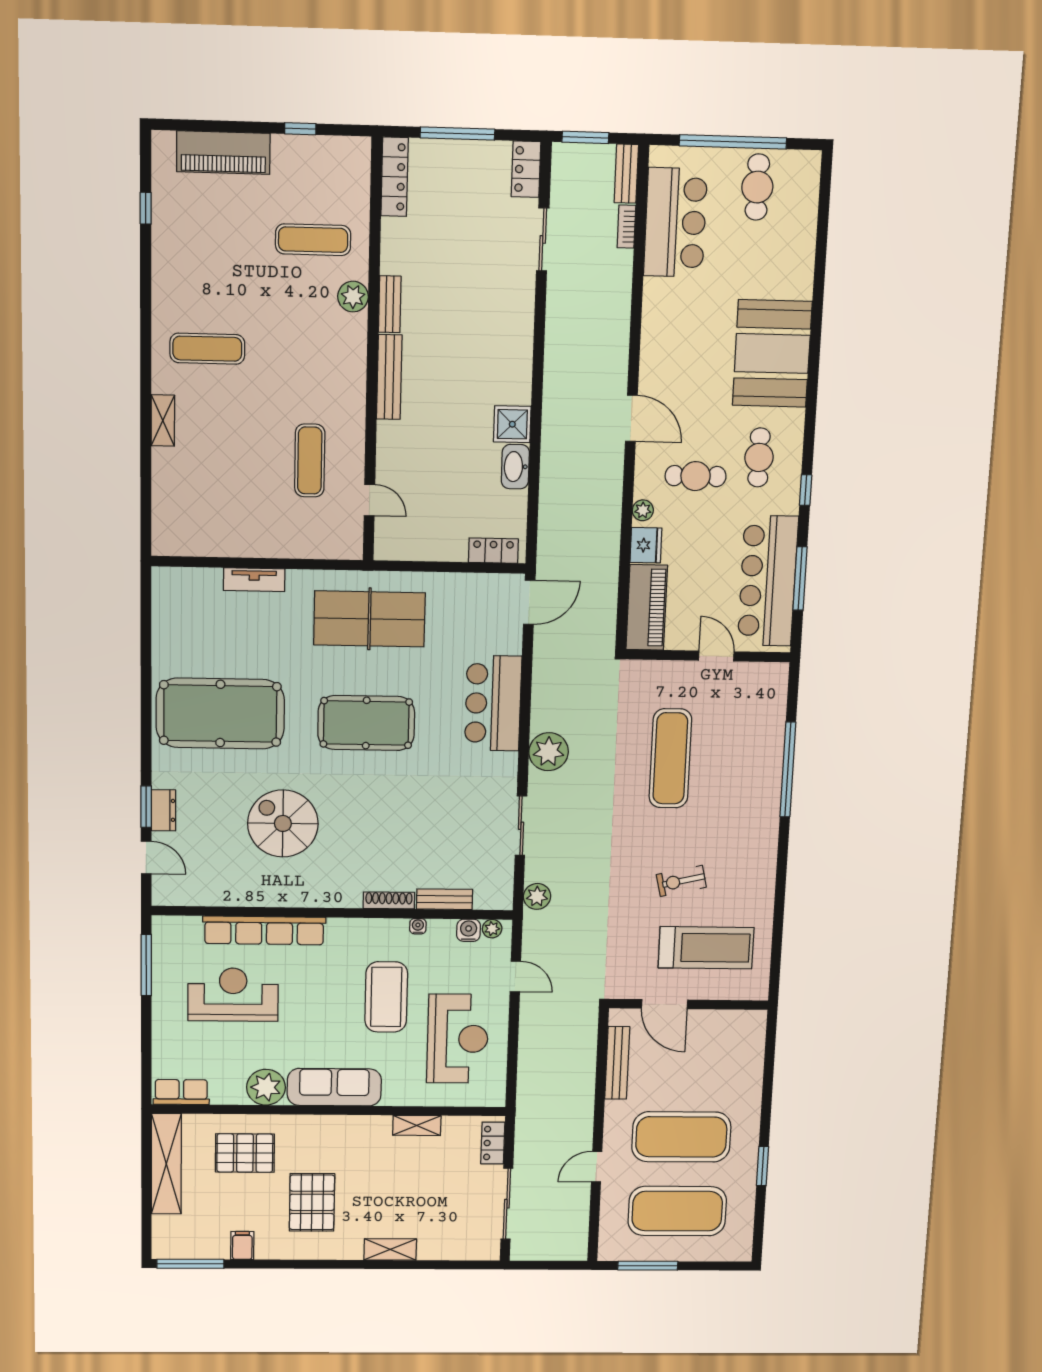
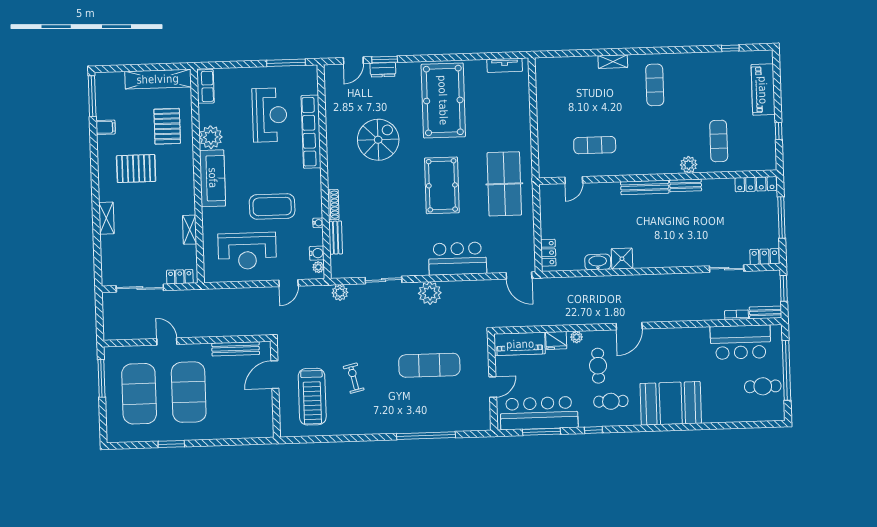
tv unit: (254, 580) -> (505, 65), moved, turned -90

